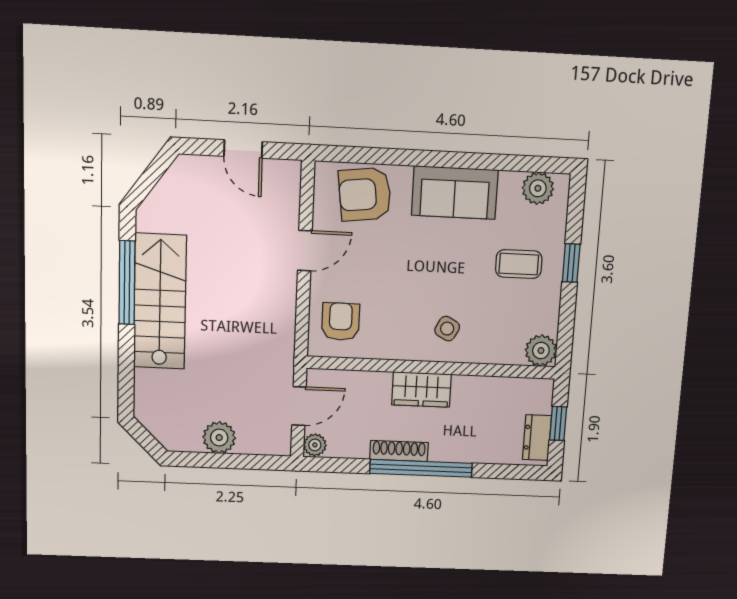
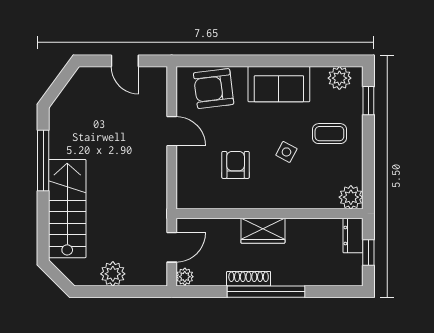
door: (305, 251) -> (172, 131), hinge flipped
window: (571, 263) -> (368, 101), moved
stairs: (160, 301) -> (67, 209), moved
armchair: (341, 322) -> (236, 165), moved
side table: (447, 329) -> (286, 152), moved
dresser: (537, 438) -> (353, 235), moved

